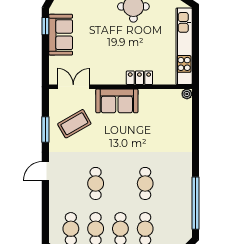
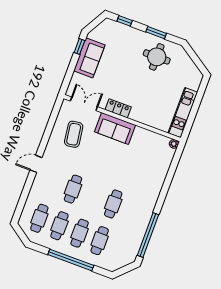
kitchen unit: (184, 46) -> (183, 113), width x0.73
locker: (139, 78) -> (118, 108), moved
coffee table: (74, 124) -> (74, 134), turned -68
window: (45, 129) -> (48, 130), removed

